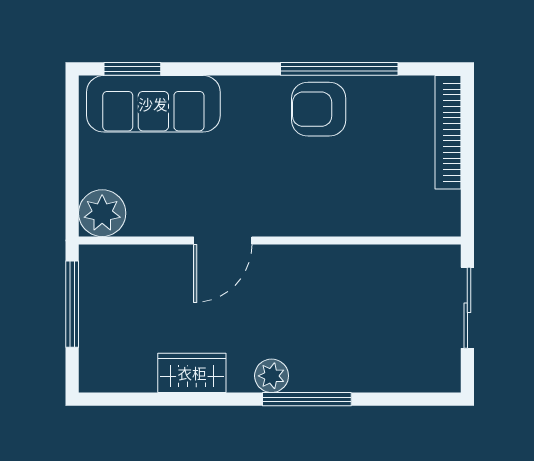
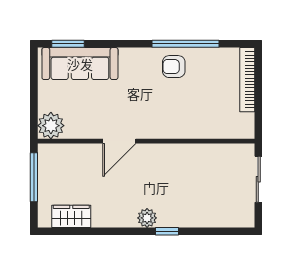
armchair: (319, 109) -> (174, 67), width x0.72, depth x0.72
wardrobe: (192, 373) -> (71, 216), moved
window: (307, 399) -> (167, 231), width x0.46

